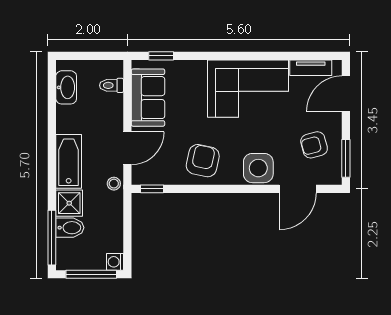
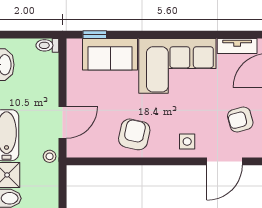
toilet: (112, 85) -> (47, 45), moved
sofa: (148, 98) -> (110, 54), moved, turned 90
side table: (258, 168) -> (187, 142), width x0.54, depth x0.54
window: (152, 189) -> (86, 161), removed

